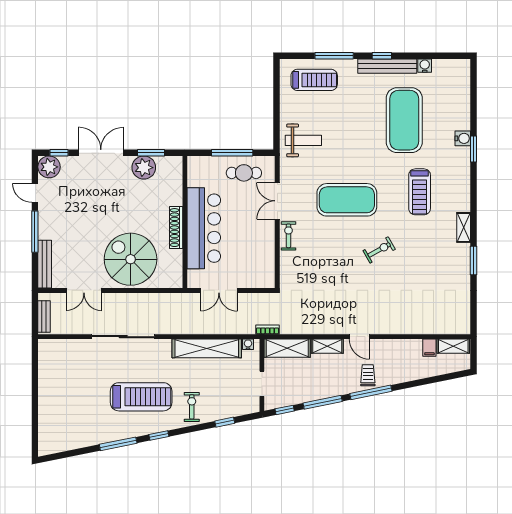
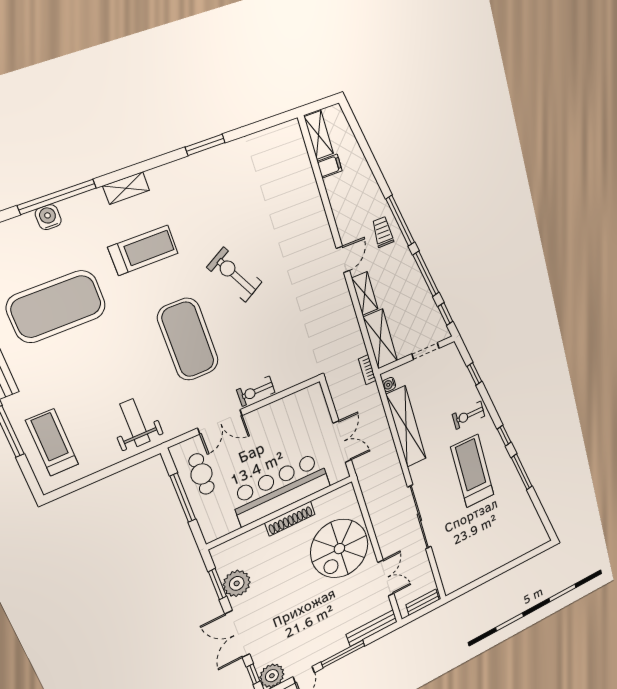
window: (473, 149) -> (57, 197), width x2.11
shelving: (464, 227) -> (126, 188), moved
exercise bike: (379, 250) -> (235, 275), width x1.38, depth x1.39
trolley: (368, 375) -> (383, 232), turned 90

